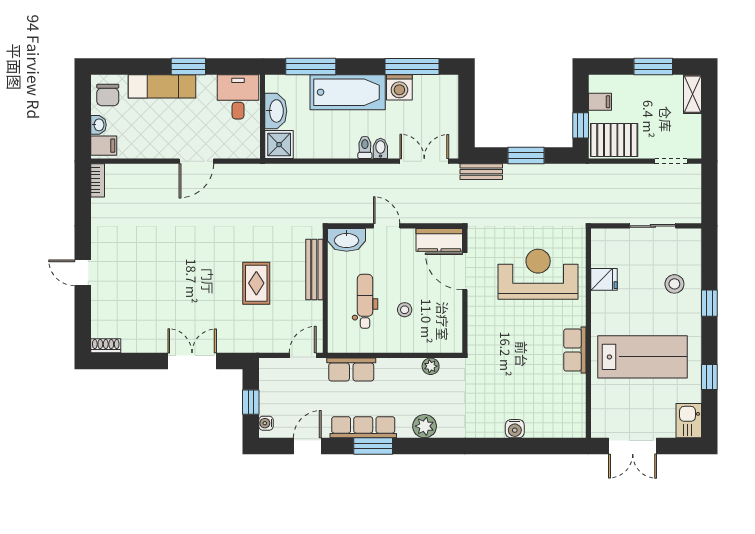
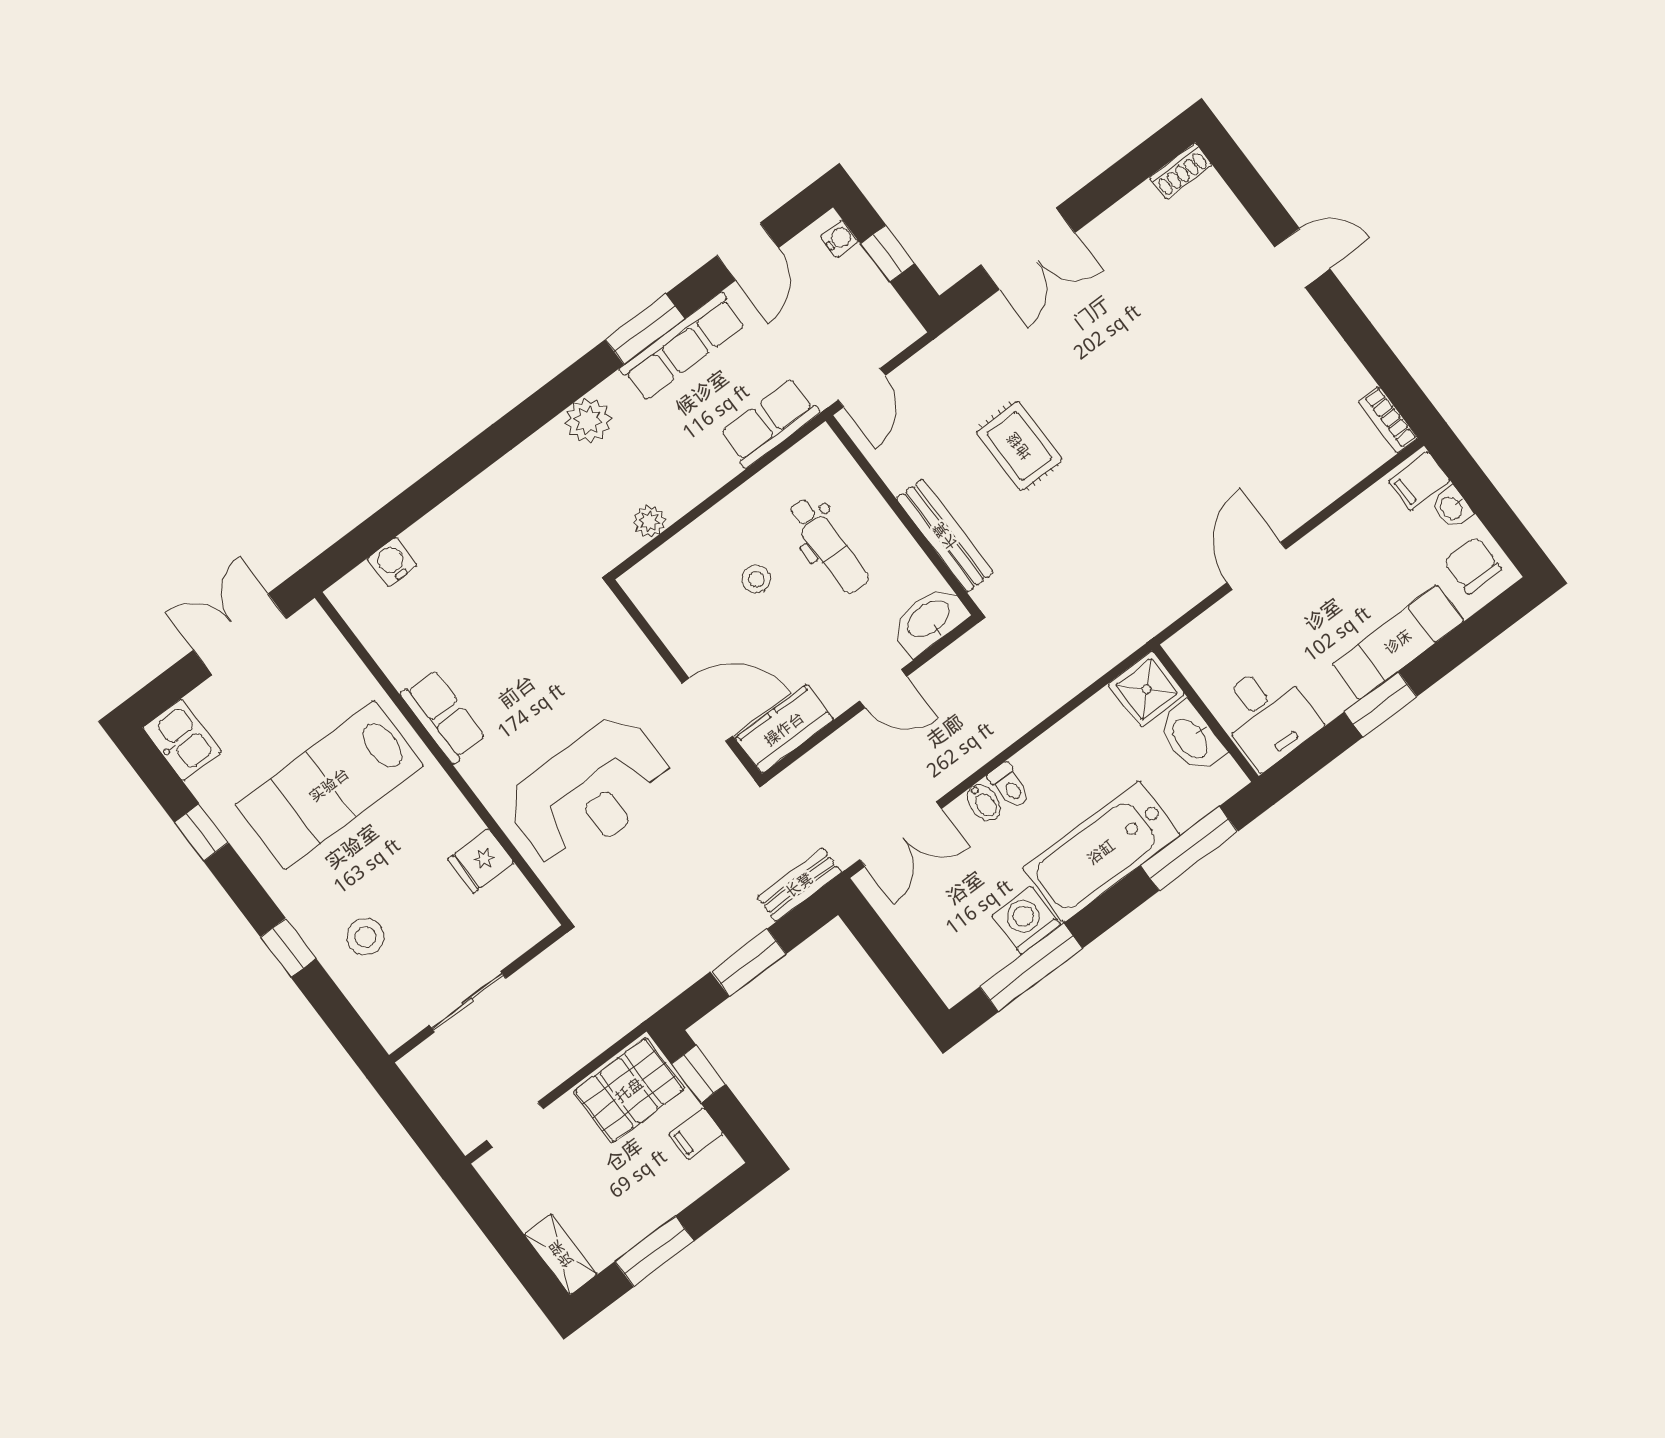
water cooler: (515, 429) -> (392, 562), moved

